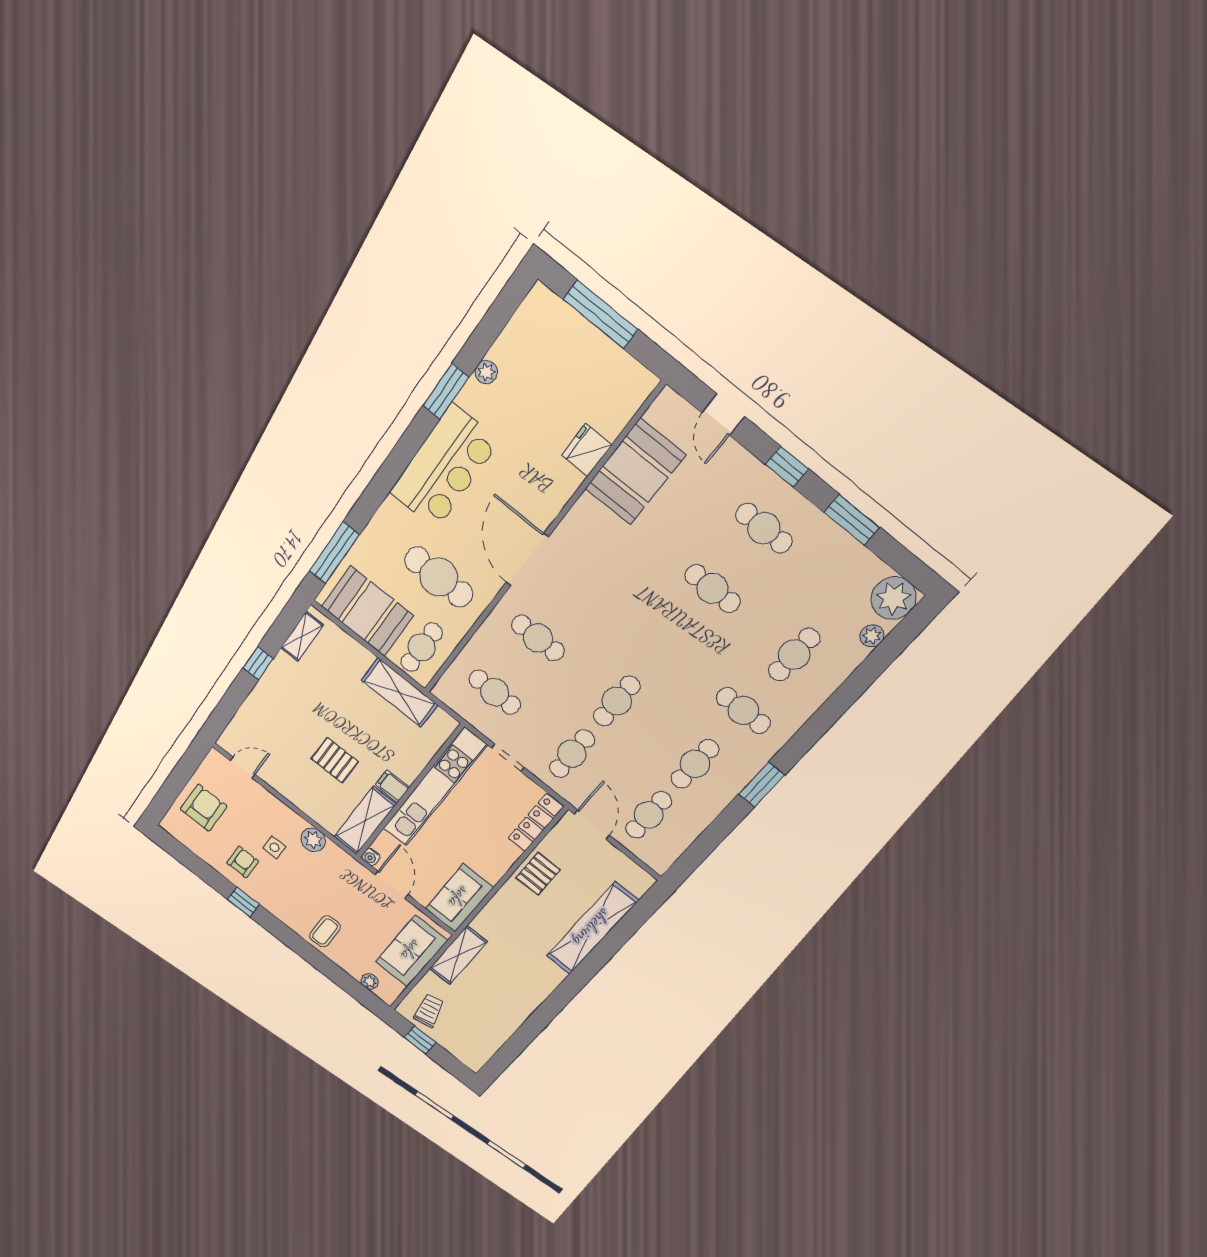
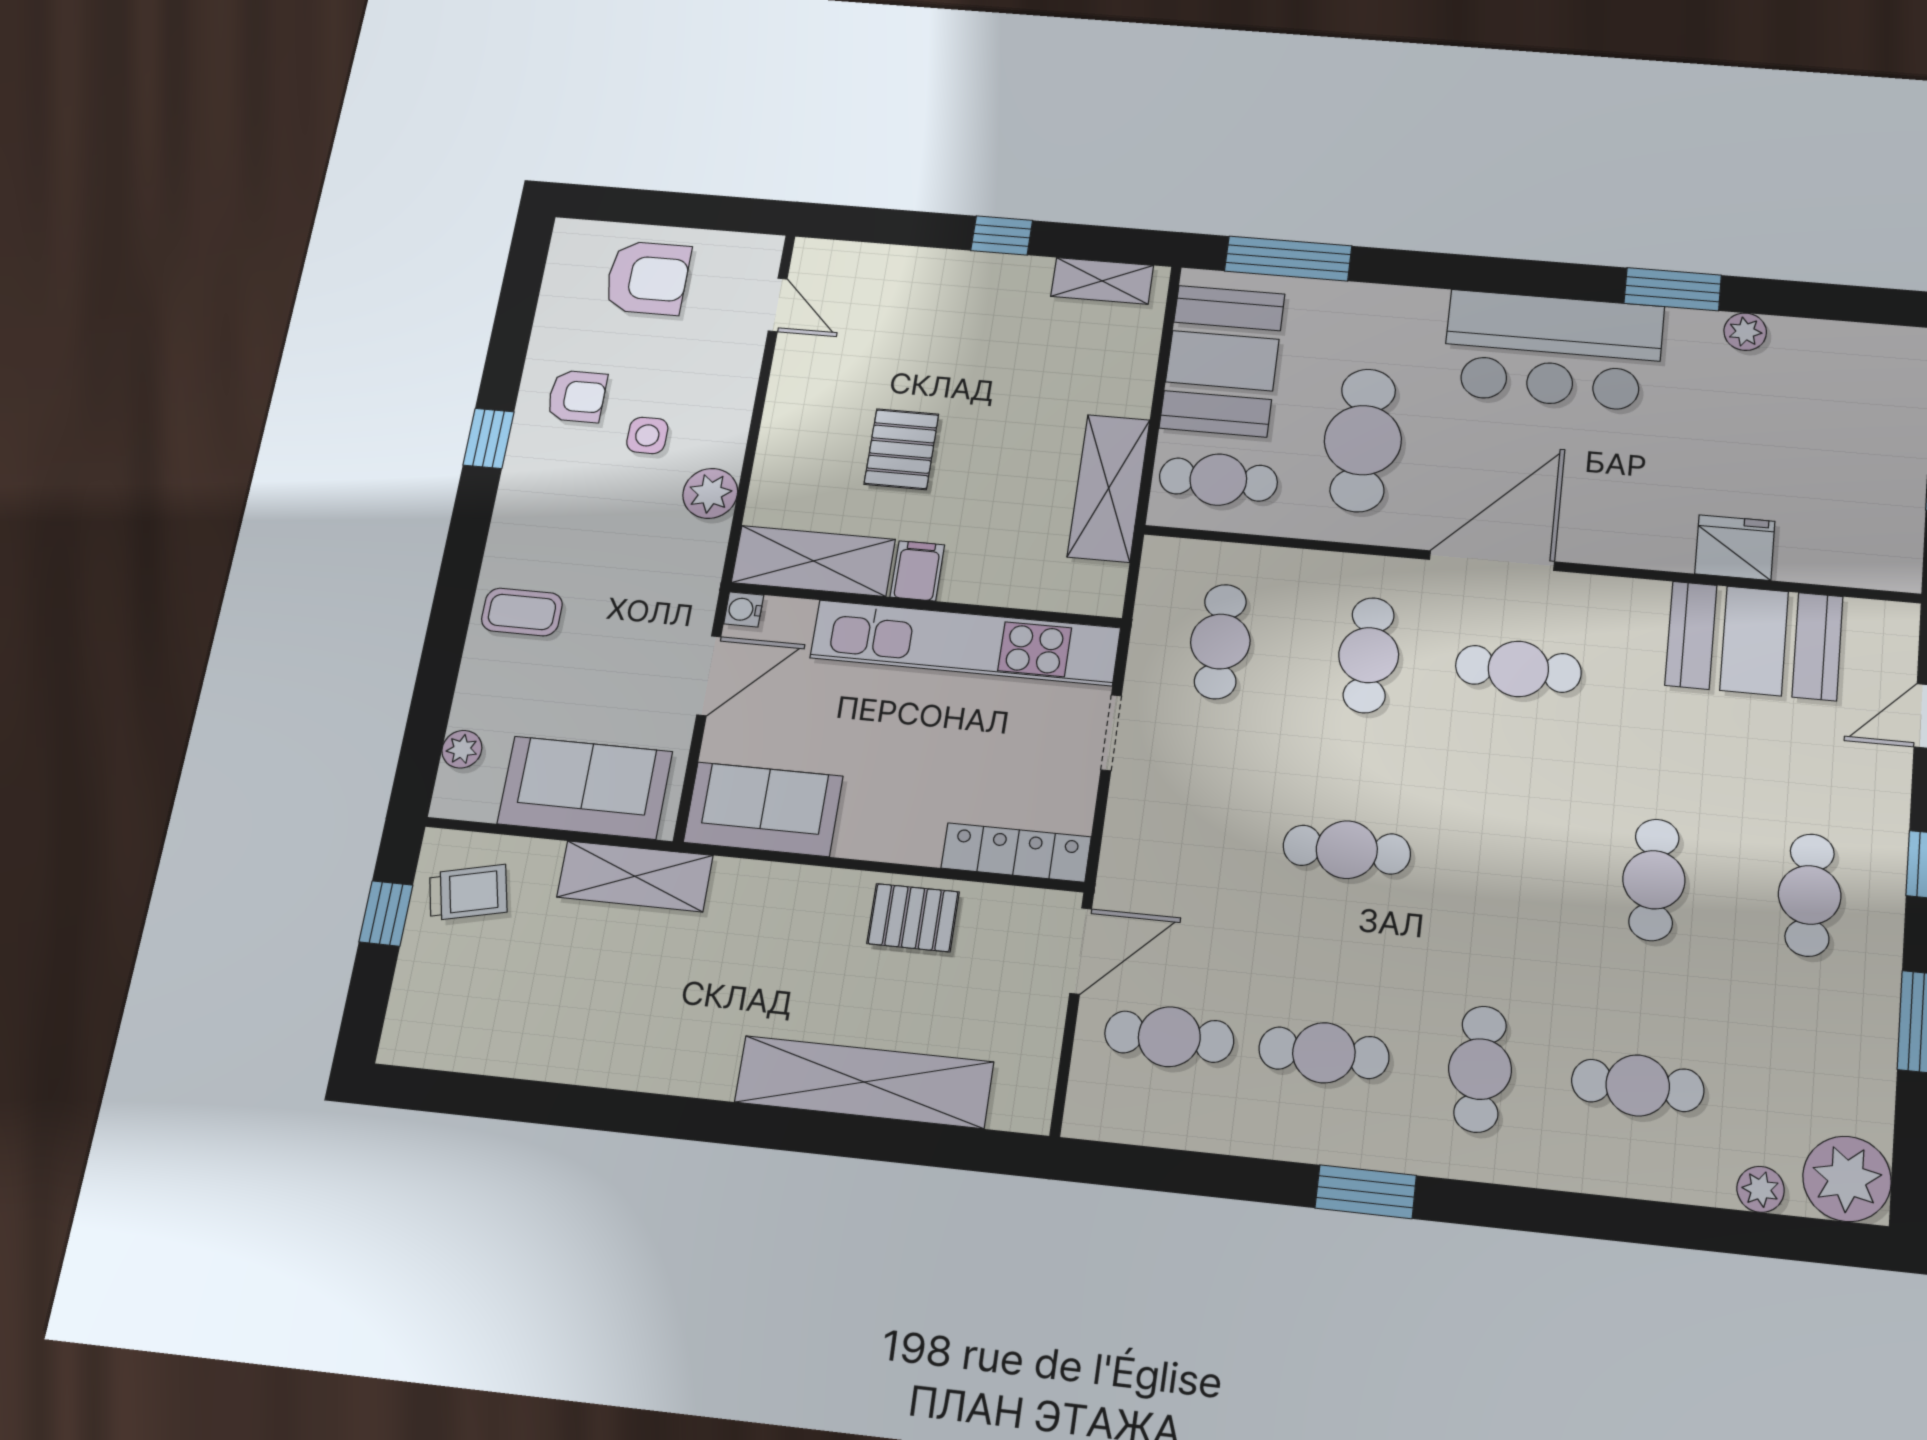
cafe table: (572, 754) -> (1518, 669), moved

